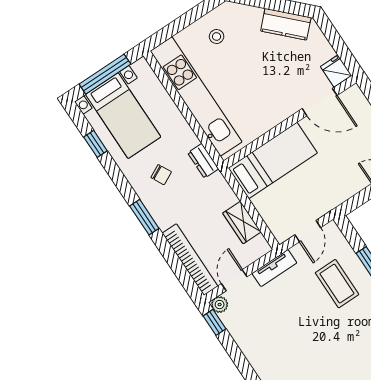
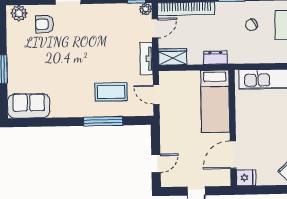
dresser: (203, 161) -> (215, 58), moved
wardrobe: (242, 222) -> (173, 57), moved
door: (234, 280) -> (155, 28), hinge flipped

